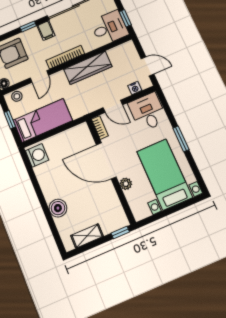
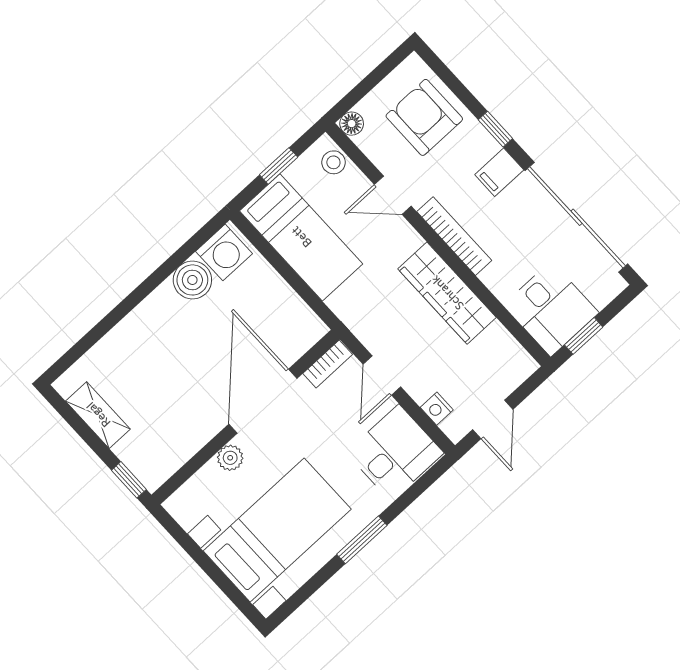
boiler: (58, 208) -> (192, 280), moved

